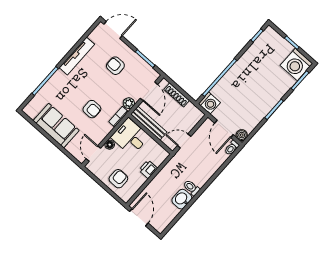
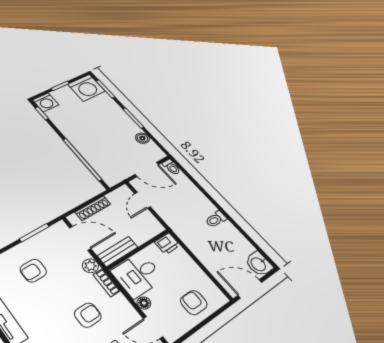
washing machine: (209, 103) -> (46, 102), moved, turned 90
bench: (149, 123) -> (118, 251), width x0.73
boiler: (242, 135) -> (142, 138), moved
door: (184, 141) -> (142, 200), moved
printer: (148, 169) -> (167, 244), moved, turned -90
washbasin: (182, 199) -> (259, 264), moved

